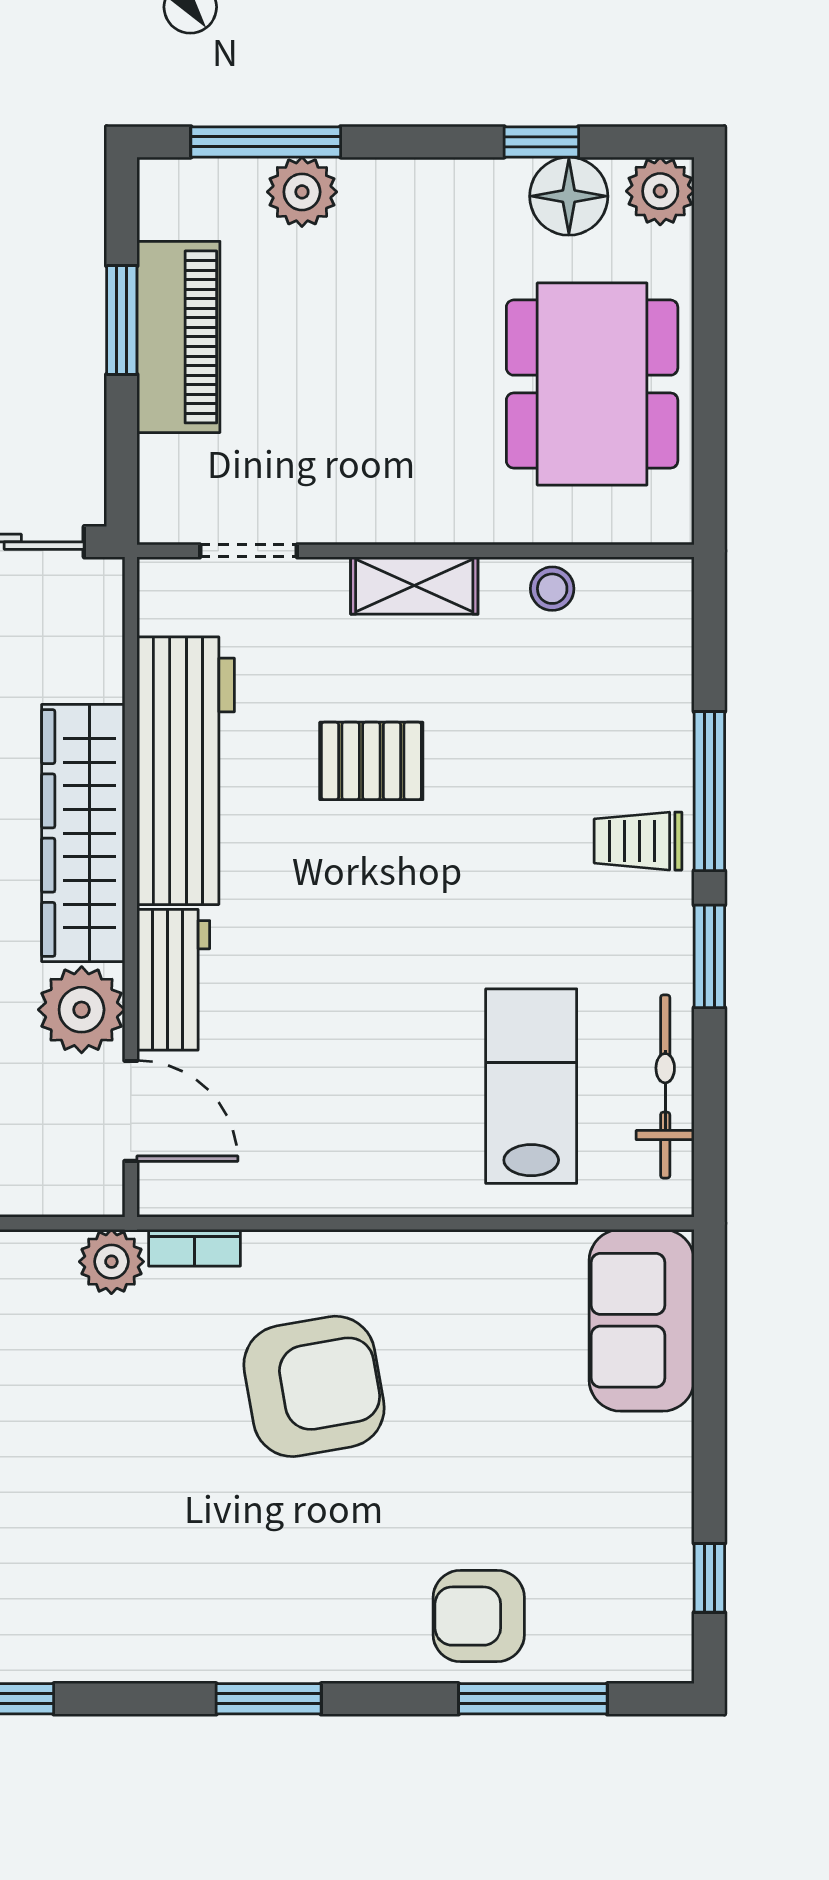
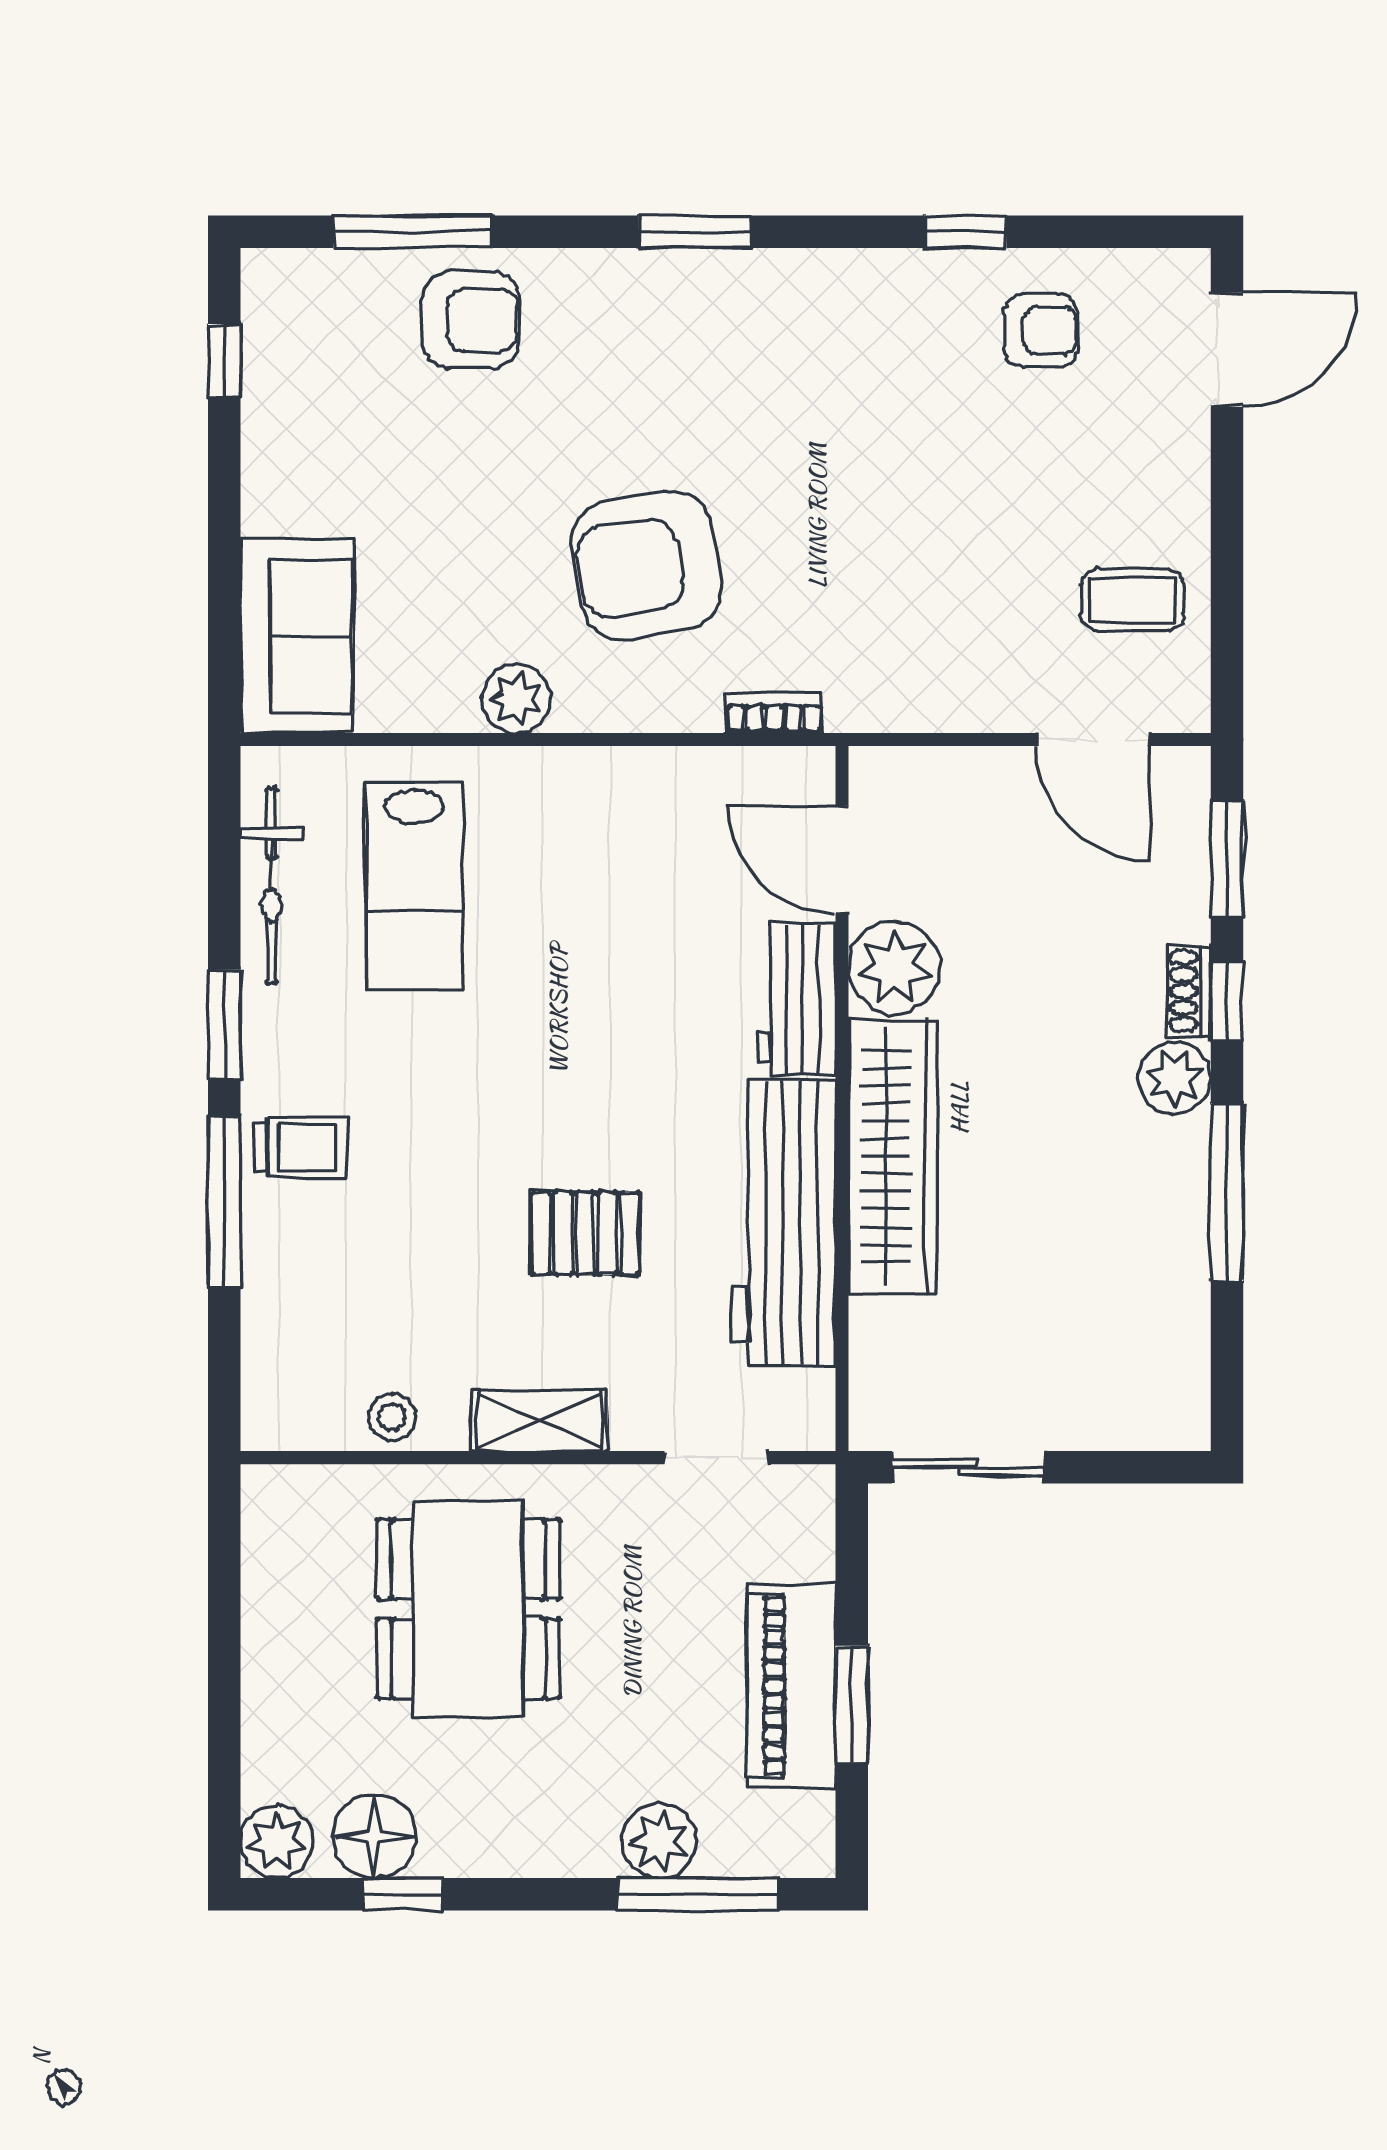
dining table: (592, 384) -> (468, 1609), moved
plant: (111, 1262) -> (516, 699), moved

